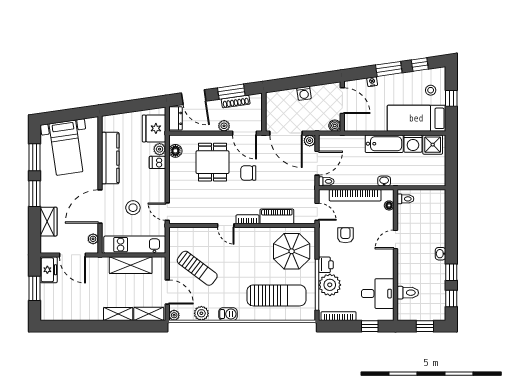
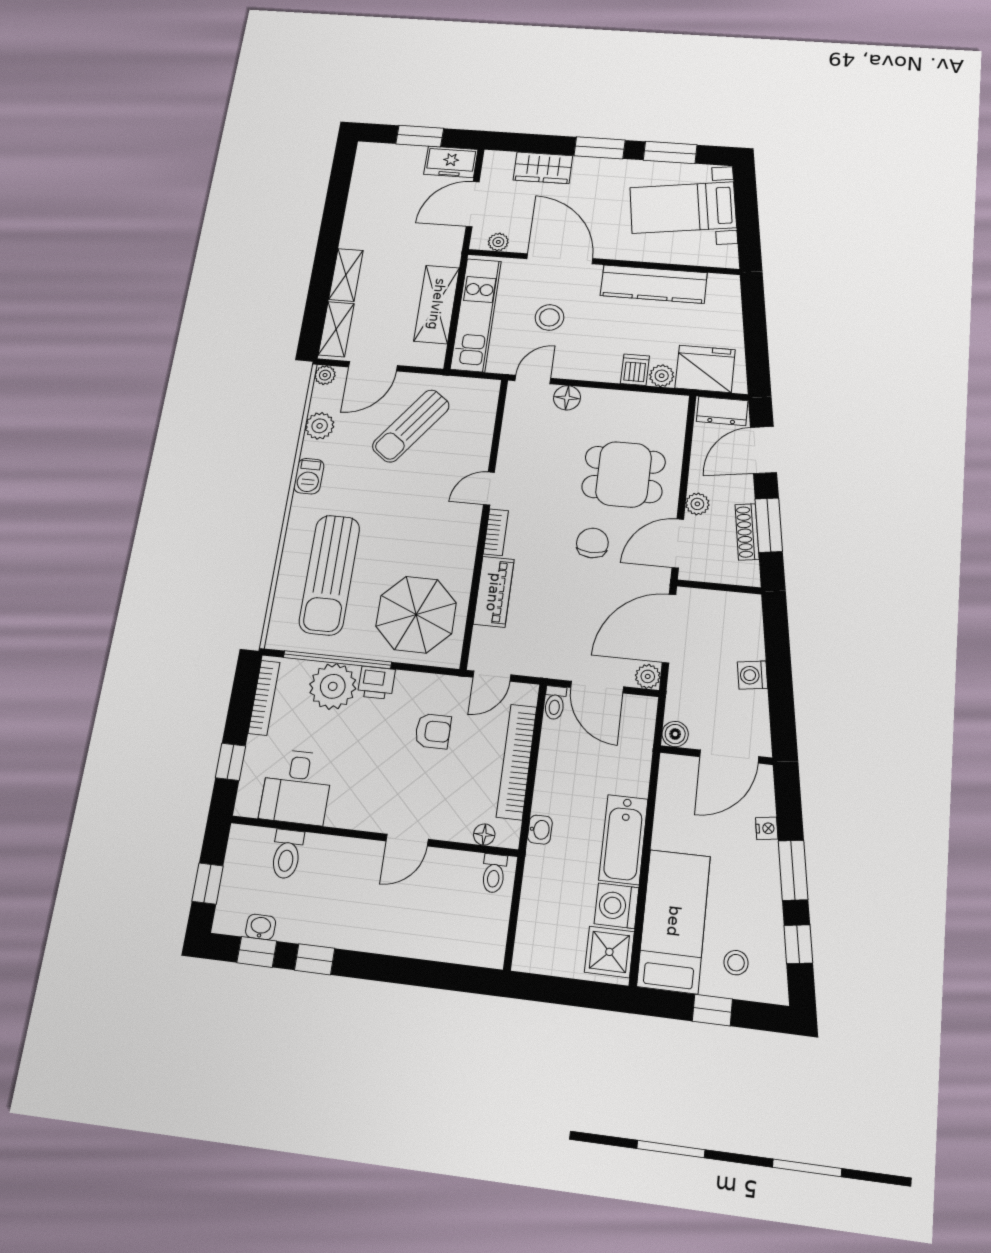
floor lamp: (175, 151) -> (567, 398), moved
door: (395, 240) -> (407, 840), swing flipped
washbasin: (441, 254) -> (261, 927), moved

